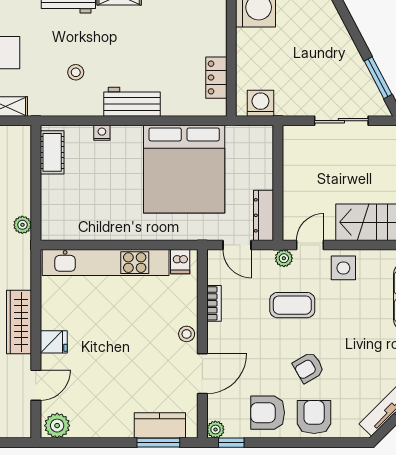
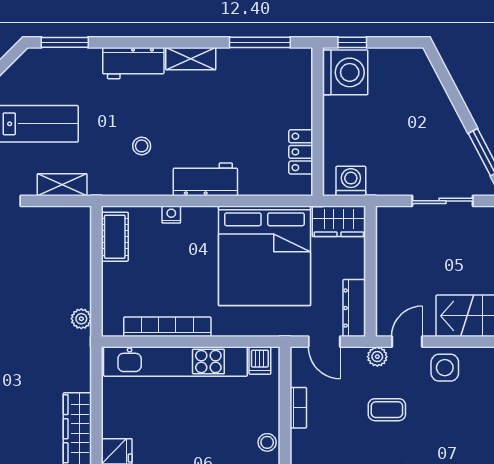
wardrobe: (250, 139) -> (339, 221), added
bookcase: (98, 232) -> (167, 327), added
coffee table: (292, 305) -> (387, 410), width x0.73, depth x0.77

